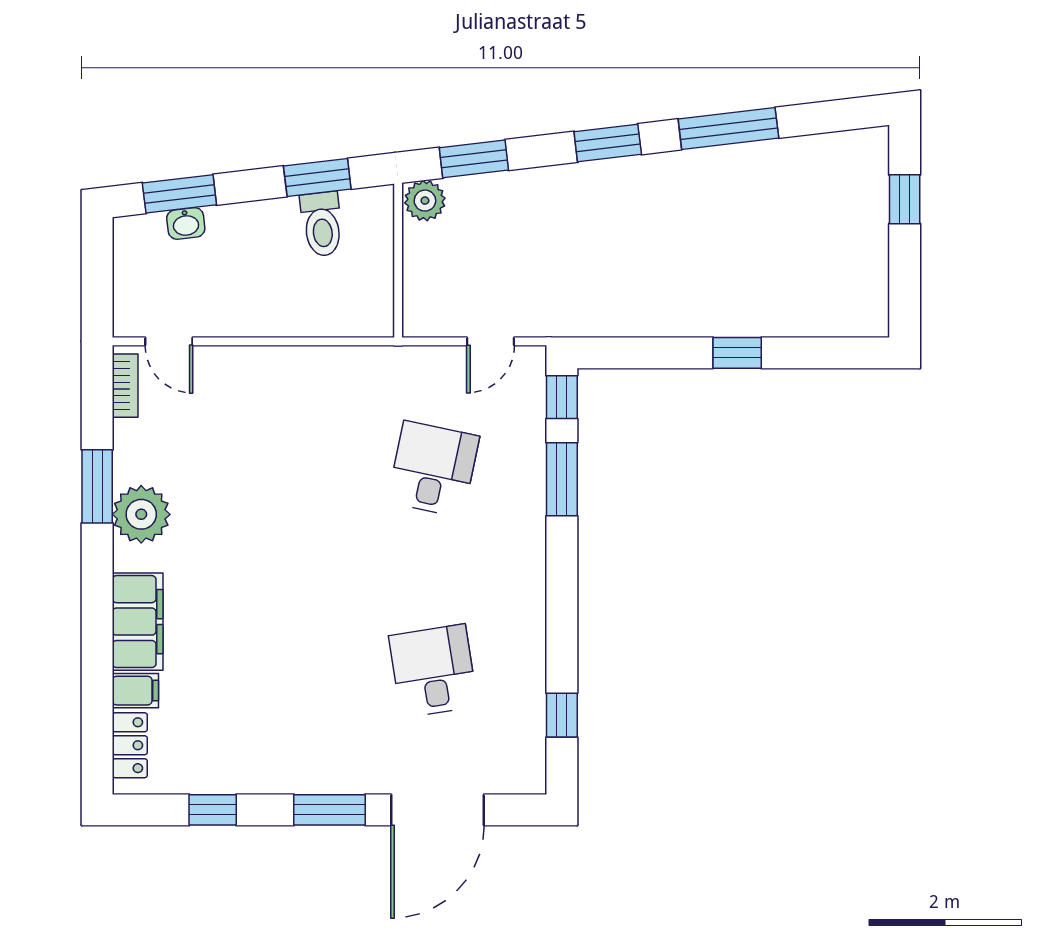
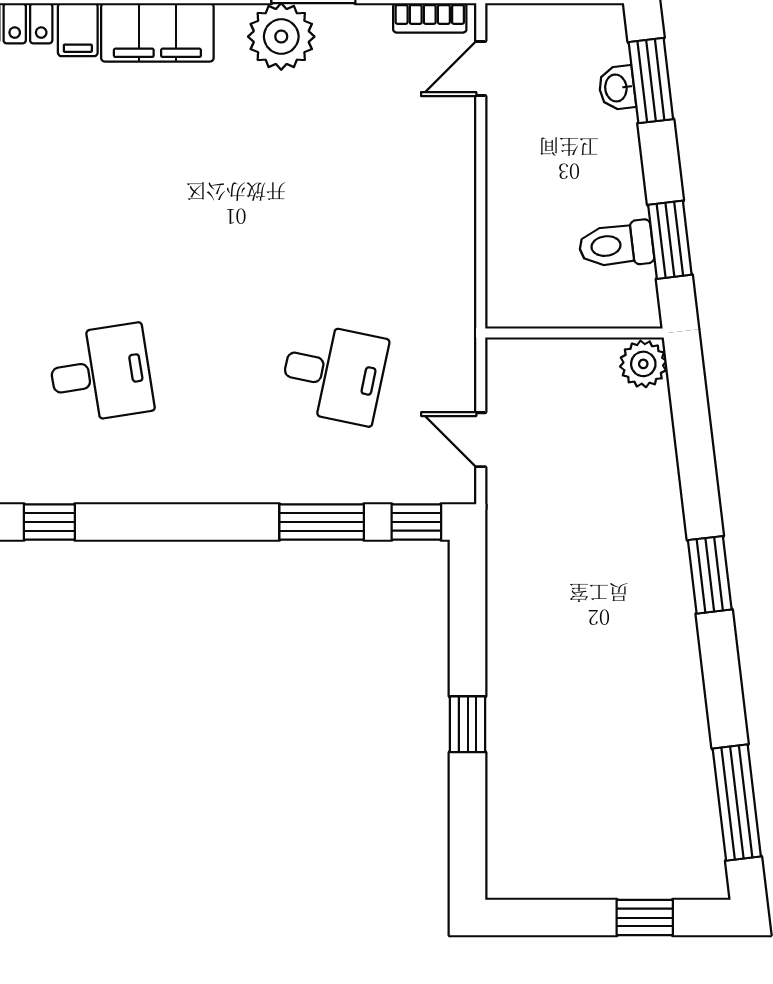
window: (728, 129) -> (737, 803), moved
window: (474, 159) -> (691, 420), removed

